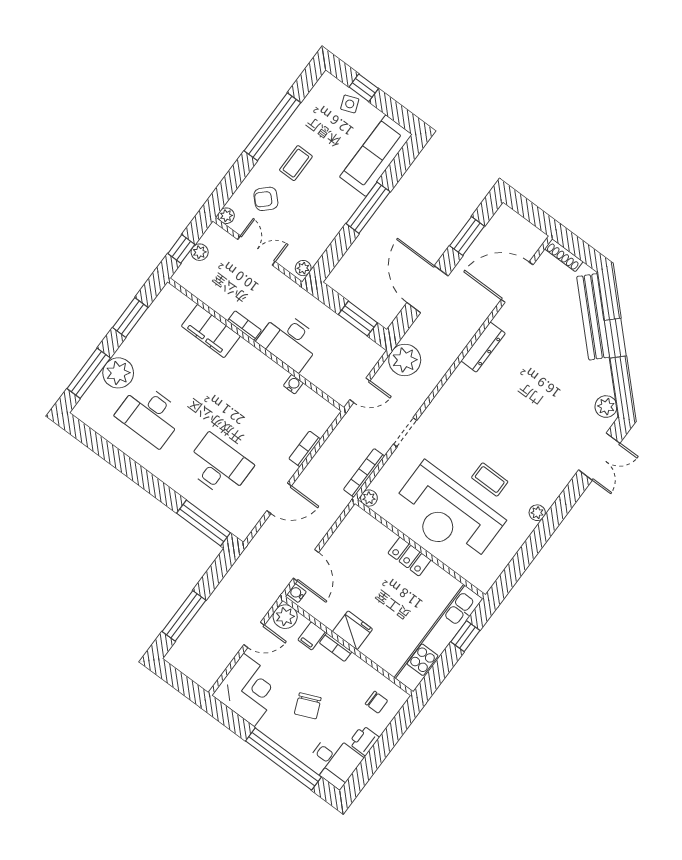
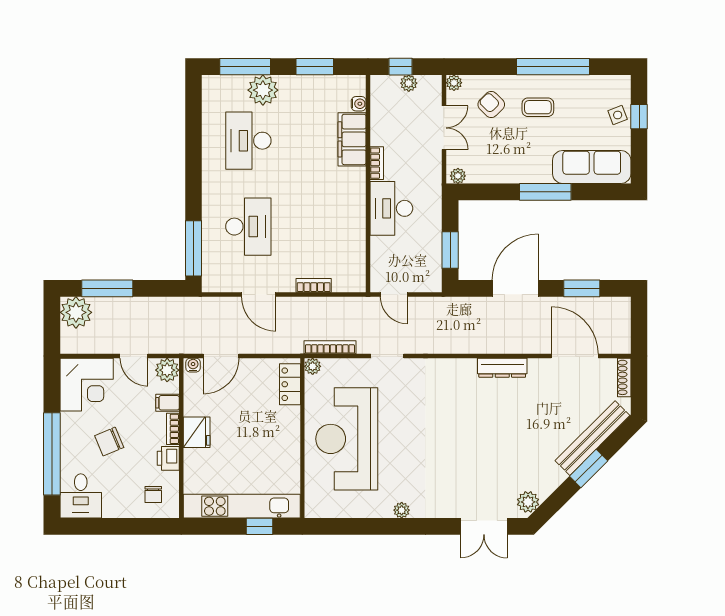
plant: (405, 360) -> (76, 312), moved
water cooler: (293, 384) -> (359, 104), moved
coffee table: (490, 480) -> (400, 452), removed
locker: (409, 557) -> (290, 384), moved
printer: (364, 740) -> (168, 458), moved, turned -90

